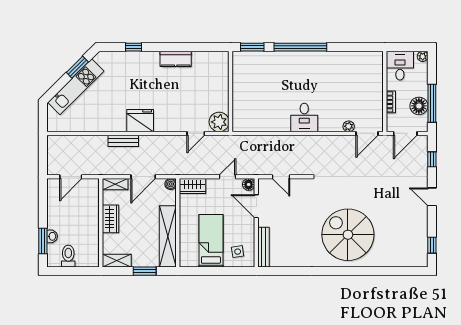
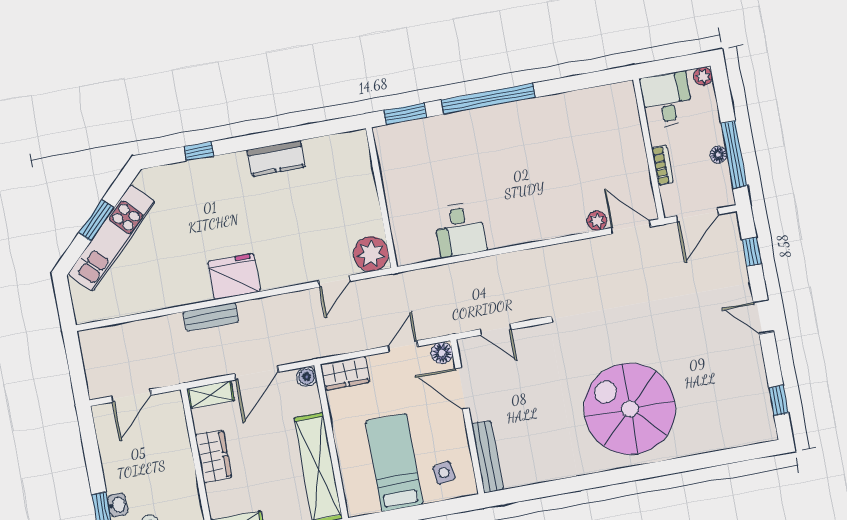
window: (77, 67) -> (96, 220), moved
floor lamp: (419, 106) -> (718, 155), width x0.53, depth x0.53
desk: (304, 117) -> (460, 230), moved
door: (367, 133) -> (631, 227), swing flipped

